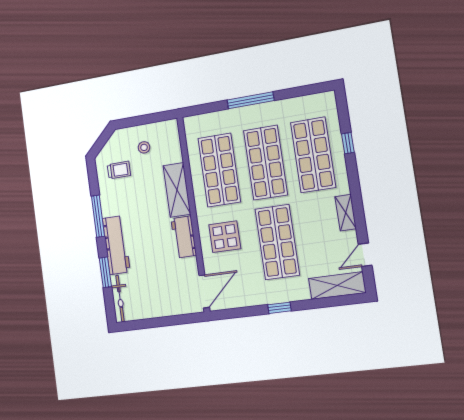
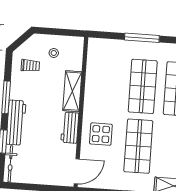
shop shelf: (219, 170) -> (107, 84), removed

